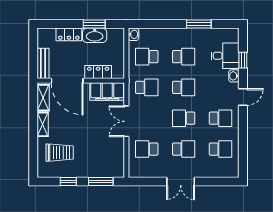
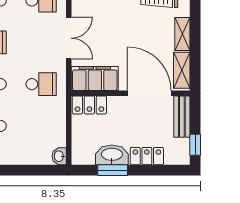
window: (33, 43) -> (195, 145), added
school desk: (147, 57) -> (41, 126), removed
locker: (98, 72) -> (89, 105), moved
school desk: (147, 87) -> (41, 84), turned 180

